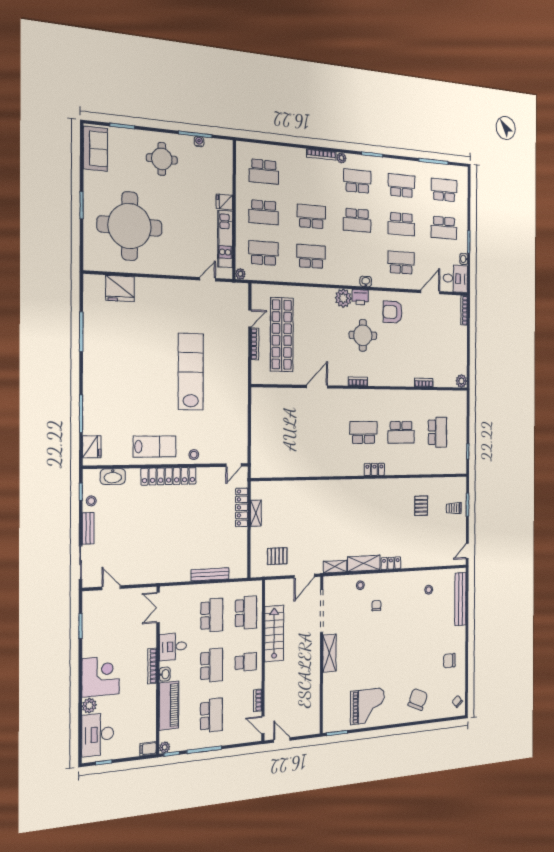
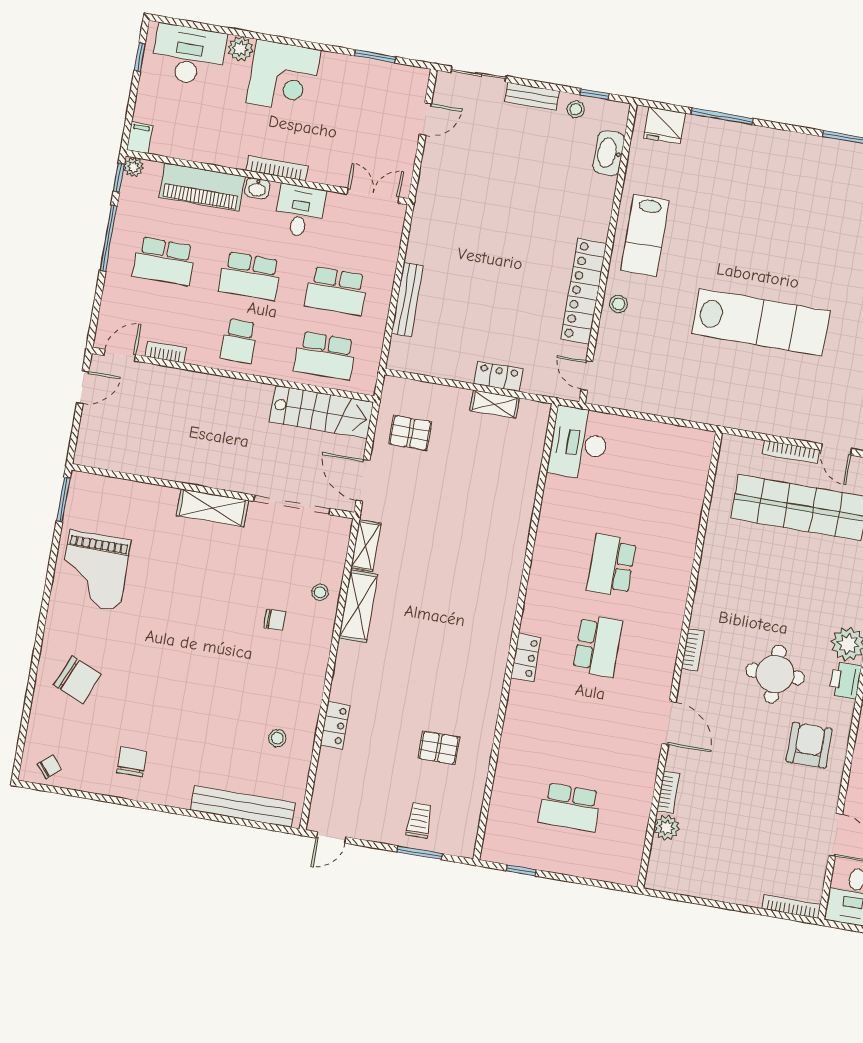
plant: (461, 381) -> (667, 828), moved
door: (317, 387) -> (669, 723), moved
school desk: (401, 432) -> (612, 565), moved
desk: (268, 462) -> (579, 443), added
locker: (169, 476) -> (584, 291), moved
locker: (242, 507) -> (498, 376), width x0.66
door: (467, 551) -> (331, 837), swing flipped
pallet: (277, 556) -> (410, 433), turned 90
locker: (391, 563) -> (335, 725), moved
stairs: (274, 633) -> (321, 412), moved

